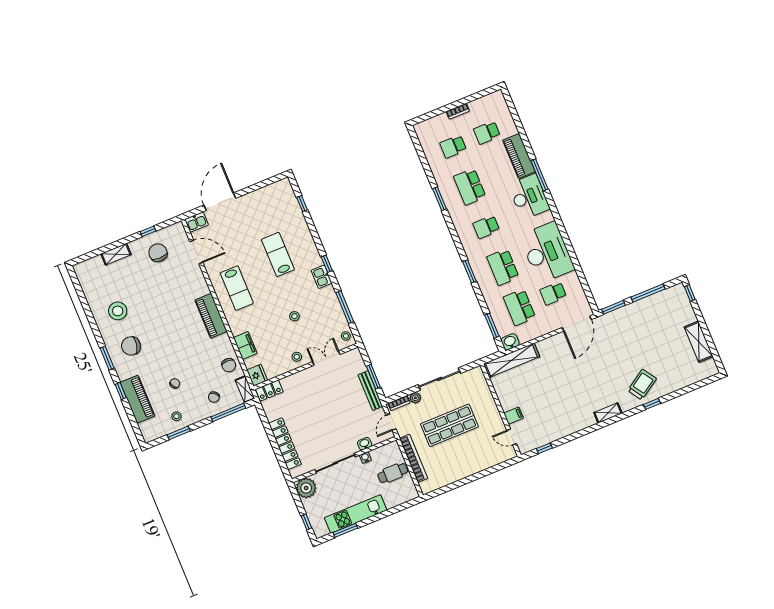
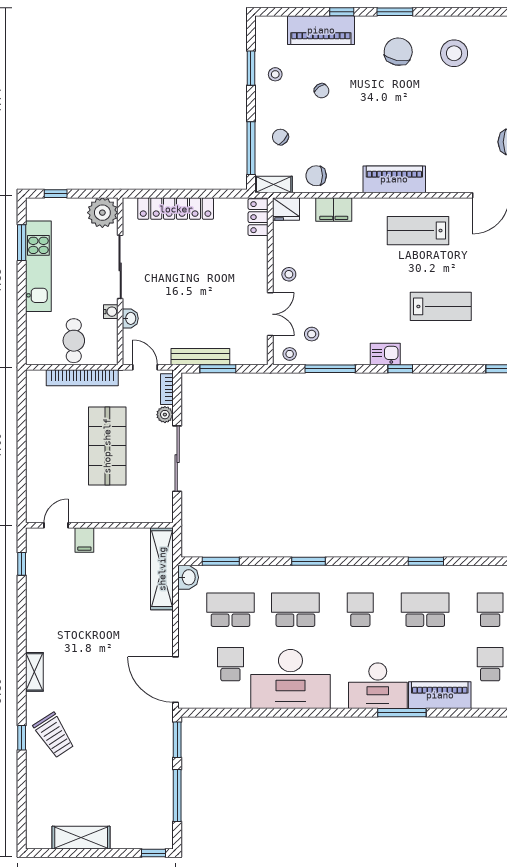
stool: (294, 316) -> (312, 334), moved

